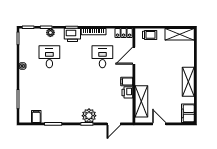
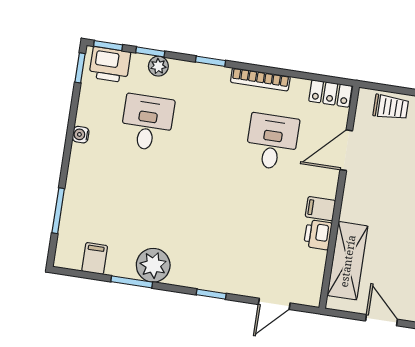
printer: (72, 35) -> (110, 65), moved
plant: (89, 116) -> (153, 265), moved

